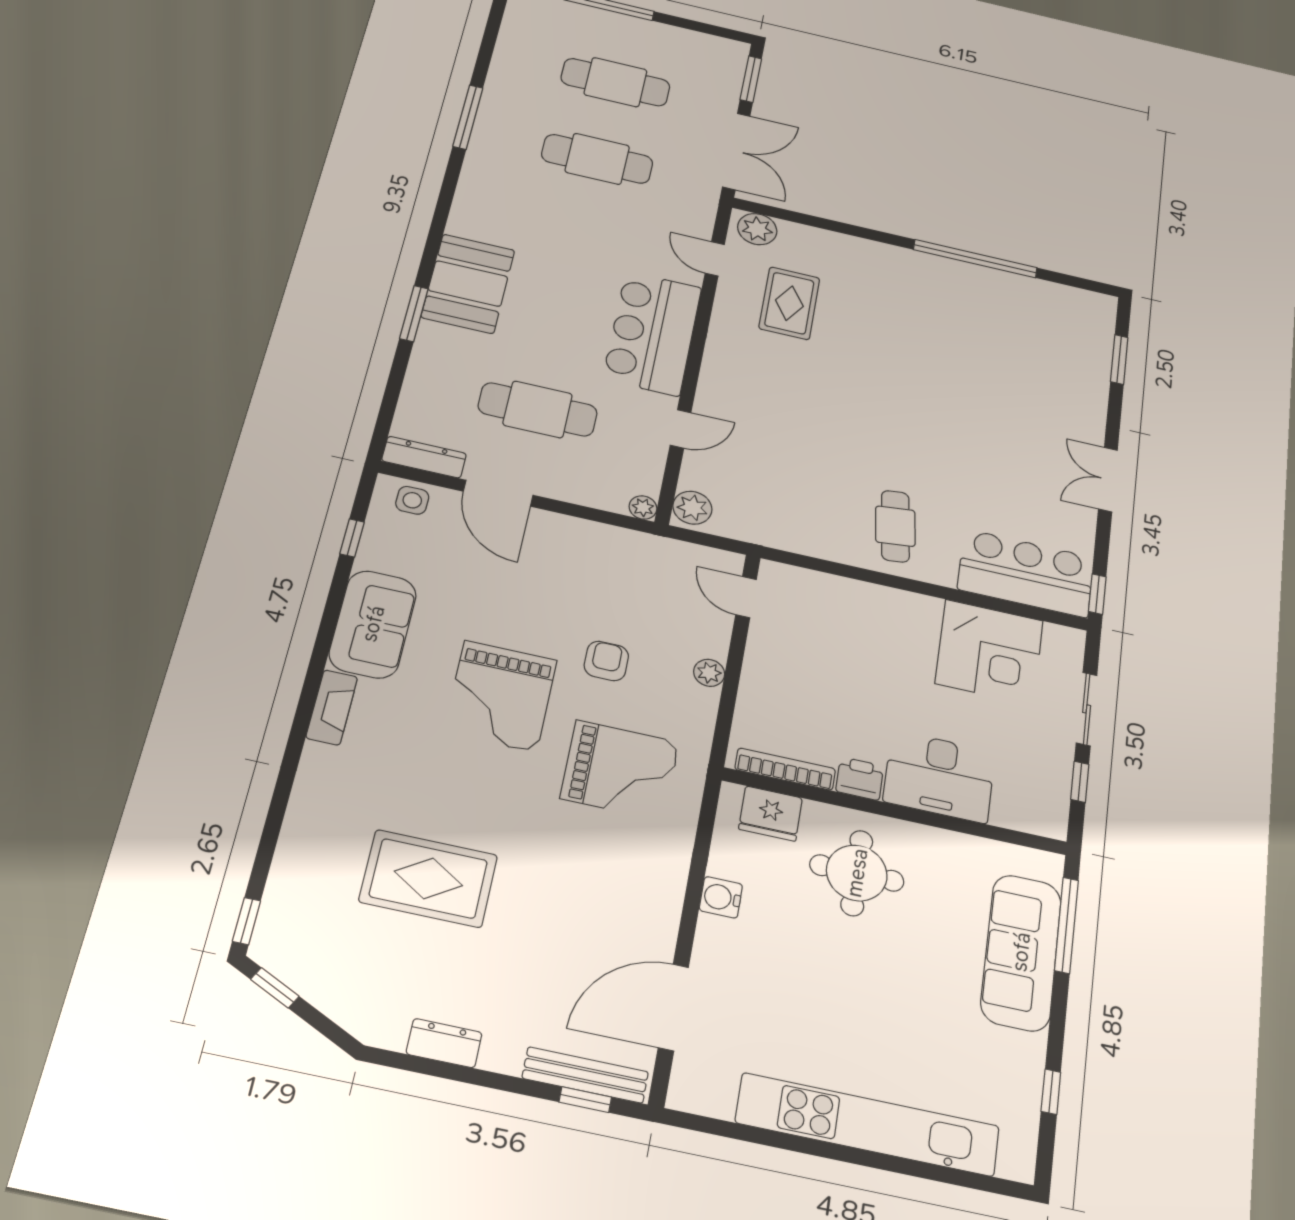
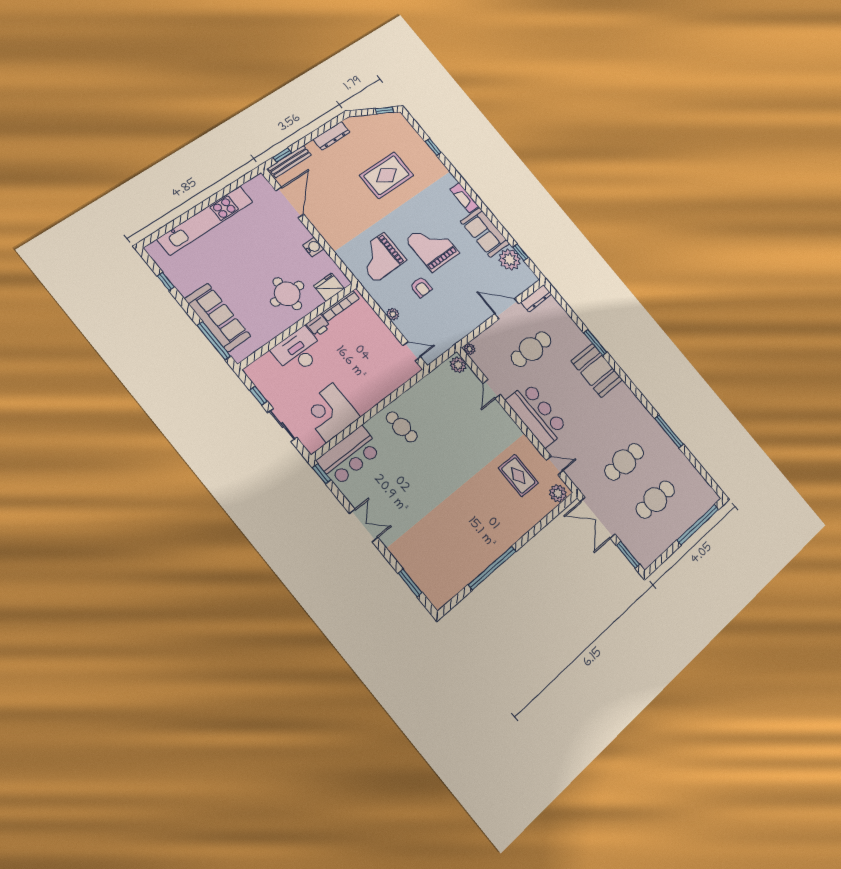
side table: (412, 500) -> (522, 281), removed
plant: (388, 547) -> (510, 260), added
window: (247, 921) -> (433, 147), moved
dresser: (444, 1043) -> (331, 136), width x1.44

